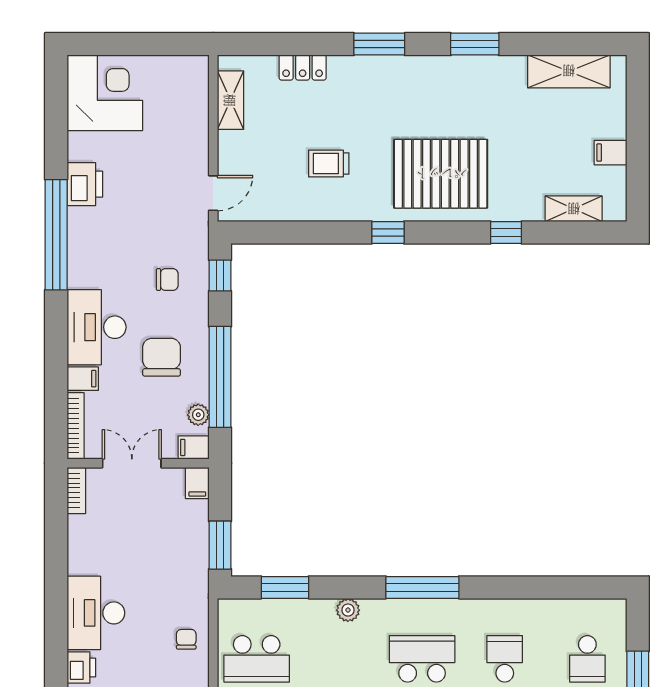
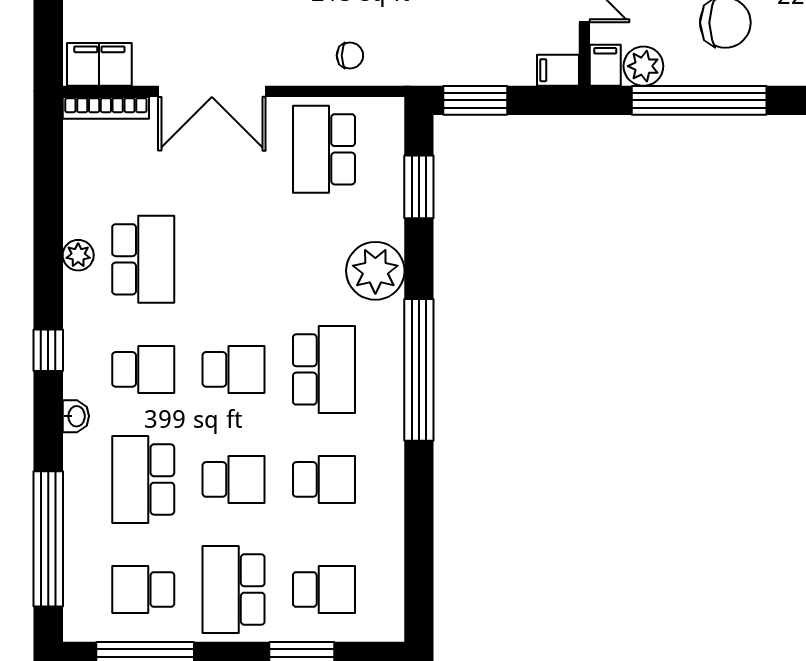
plant: (198, 415) -> (643, 66), width x1.38, depth x1.38
window: (422, 587) -> (419, 370), width x1.46
plant: (348, 610) -> (375, 271), width x1.87, depth x1.87
school desk: (587, 659) -> (324, 589), turned 180

